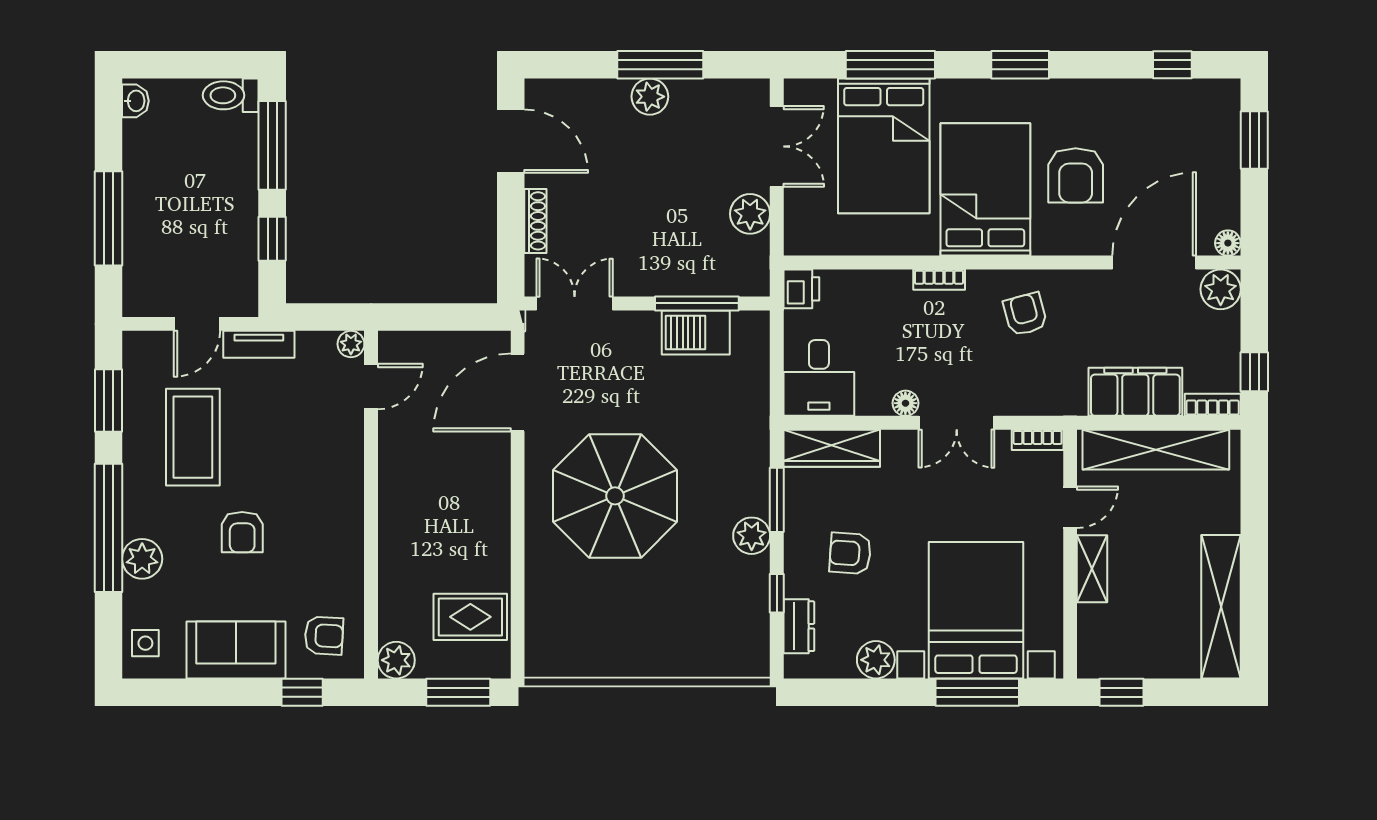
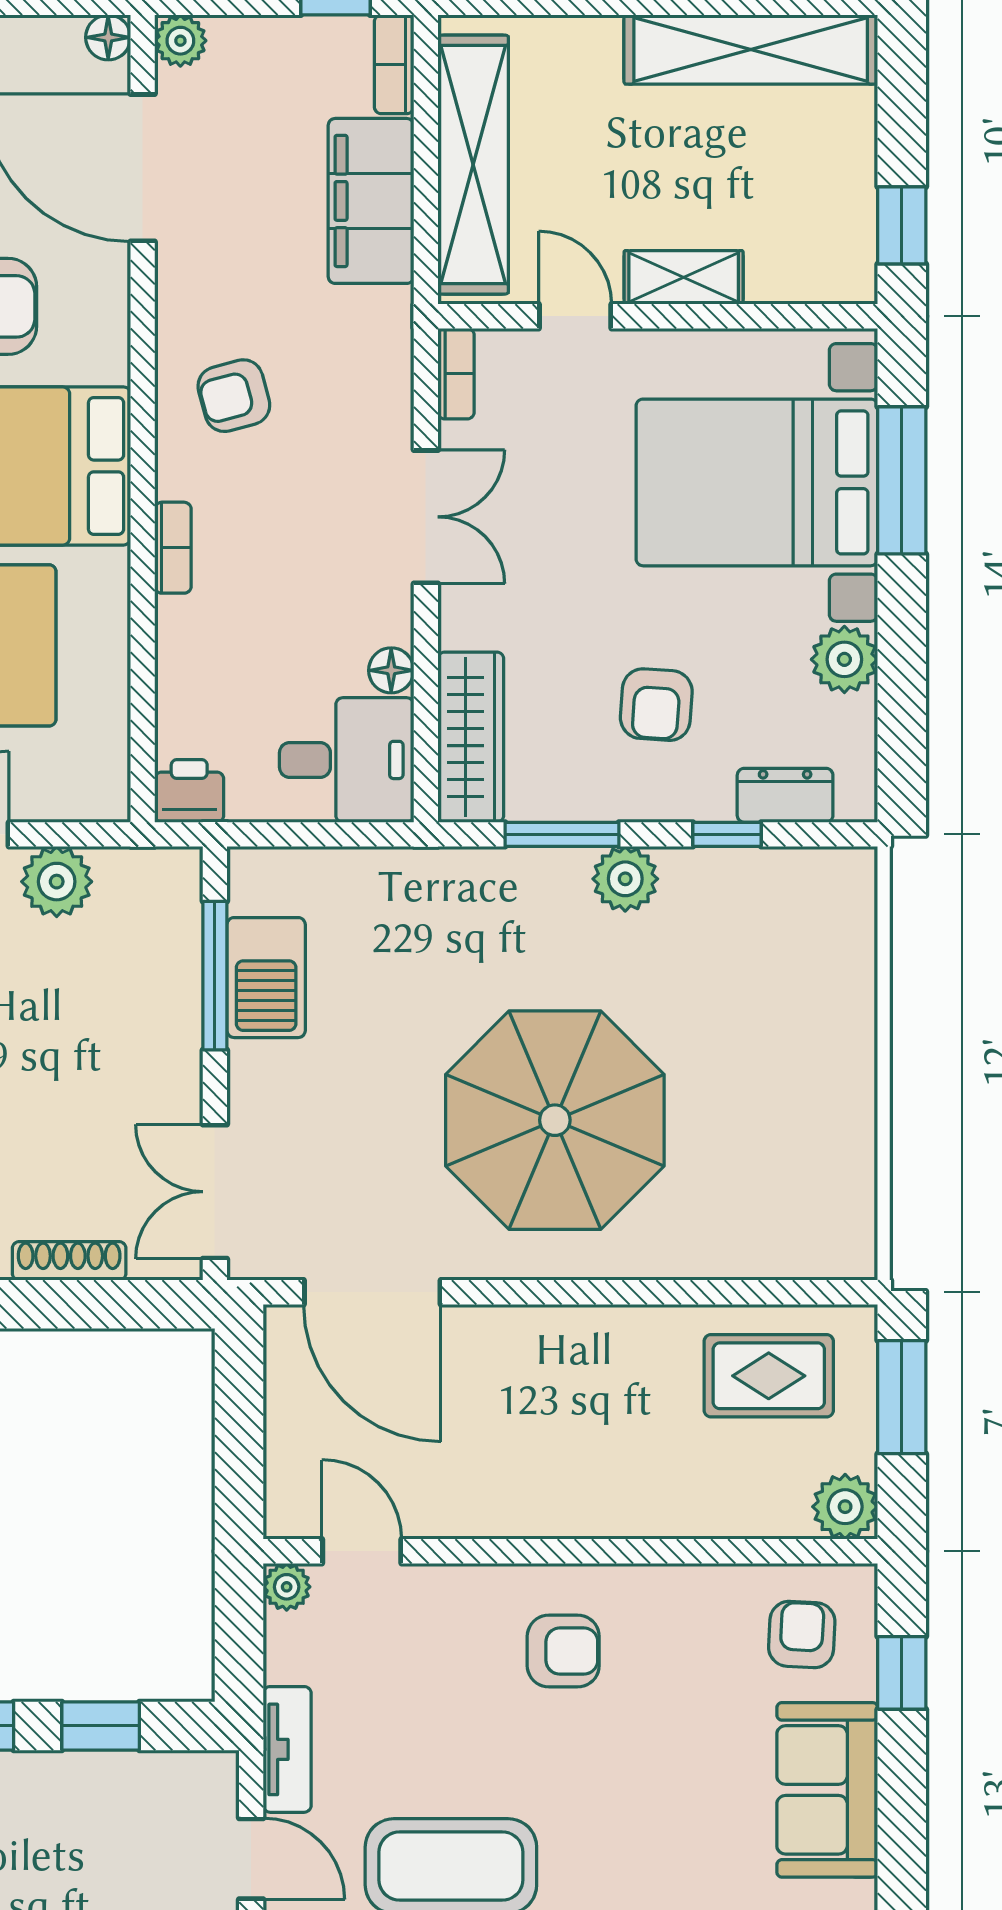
plant: (1221, 289) -> (180, 41), width x0.73, depth x0.73
floor lamp: (905, 403) -> (391, 670), moved
armchair: (242, 532) -> (563, 1651), moved
rug: (470, 617) -> (769, 1376), turned 90

